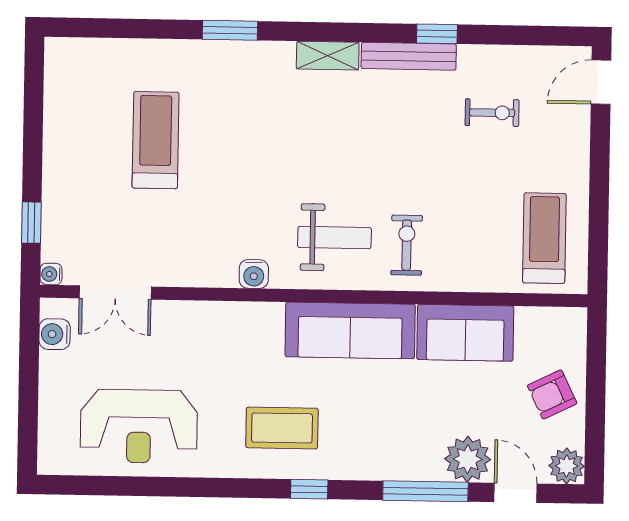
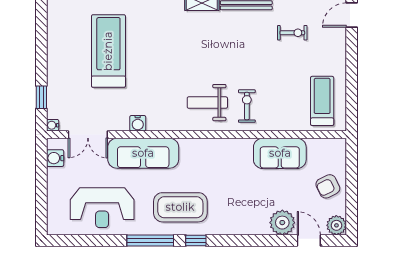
treadmill: (156, 140) -> (108, 51), width x1.37, depth x1.38
weight bench: (335, 238) -> (207, 103), turned 180
water cooler: (254, 274) -> (138, 123), moved
sofa: (350, 330) -> (143, 153), moved
coffee table: (282, 428) -> (180, 207), width x1.36, depth x1.32
window: (425, 491) -> (150, 240), moved

